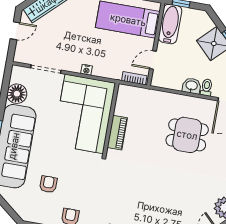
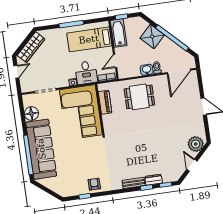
desk: (109, 63) -> (86, 73), added
piano: (117, 133) -> (105, 102), moved
dining table: (187, 135) -> (139, 97), moved
armchair: (48, 184) -> (72, 167), removed

